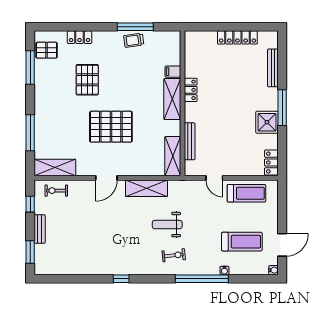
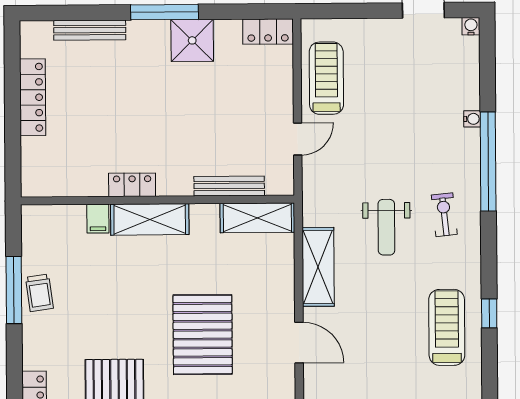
treadmill: (242, 242) -> (447, 327), moved

